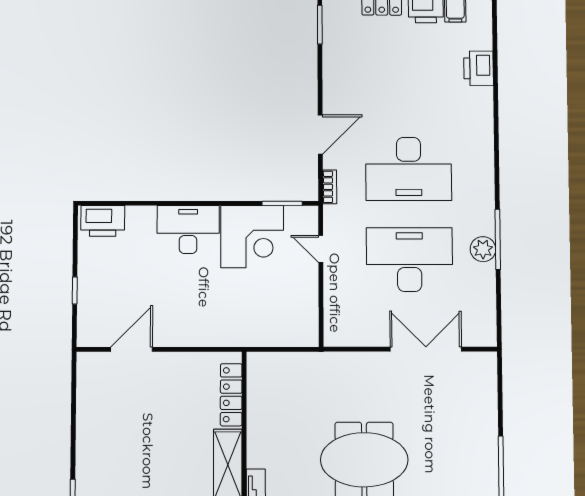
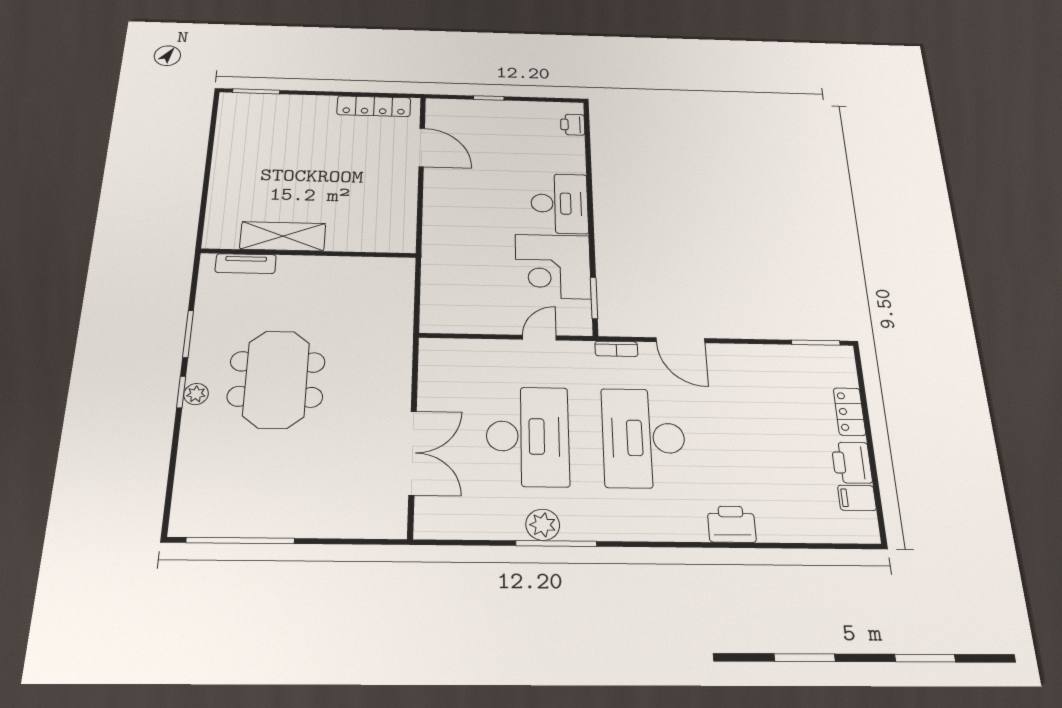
printer: (479, 68) -> (732, 524), moved
printer: (103, 221) -> (573, 125), width x0.53, depth x0.68
locker: (231, 395) -> (374, 106), moved, turned 180

